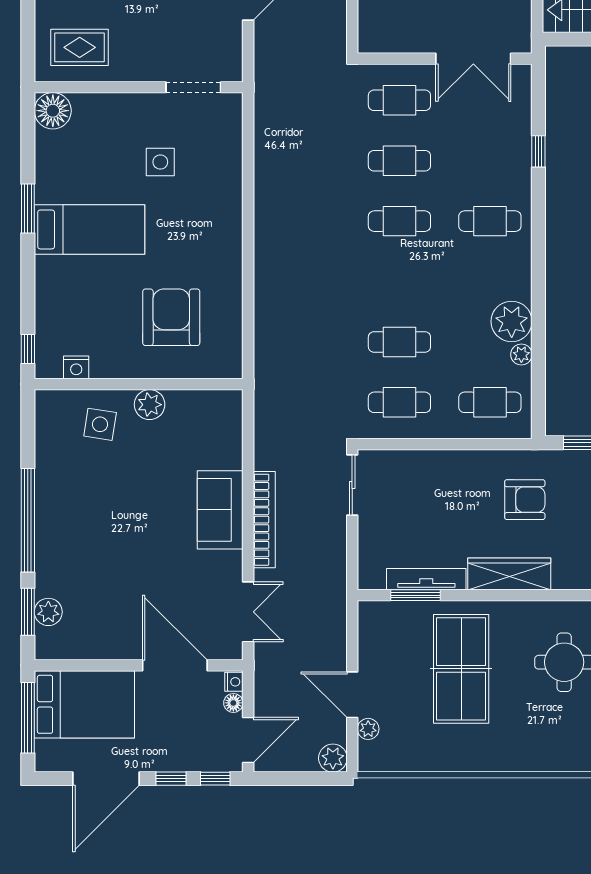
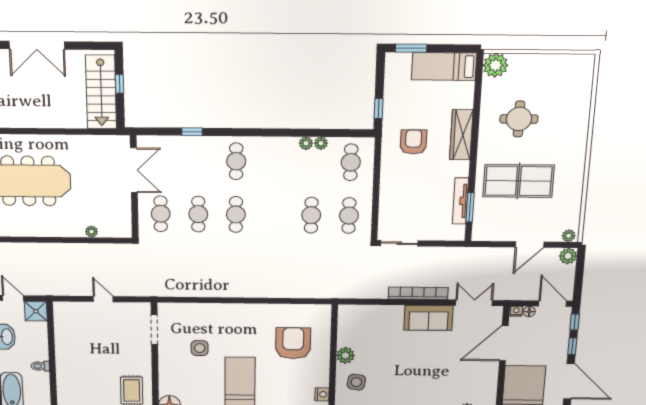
armchair: (171, 317) -> (293, 343), turned 90
plant: (512, 321) -> (306, 143), width x0.53, depth x0.53
sofa: (220, 510) -> (429, 318), moved
wardrobe: (509, 574) -> (461, 135), moved
plant: (368, 729) -> (569, 236), moved

